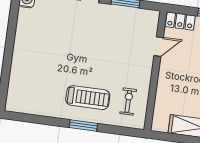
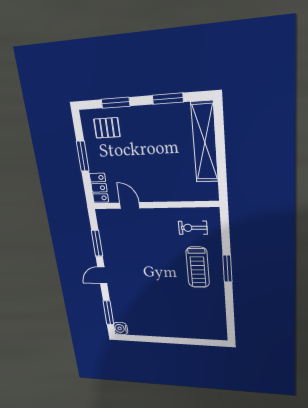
treadmill: (88, 98) -> (198, 267), turned 180

